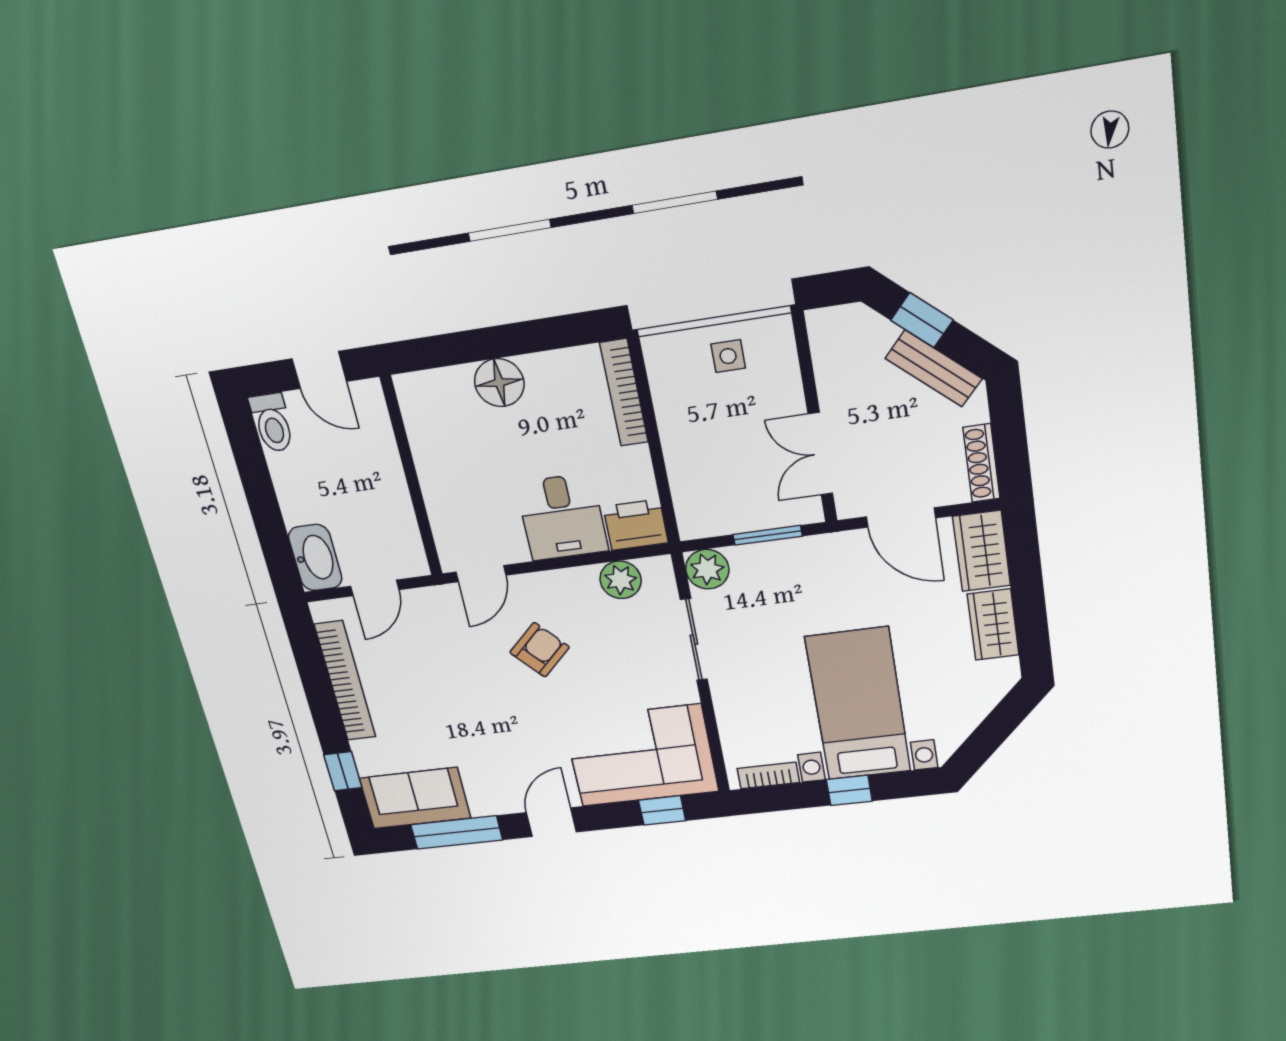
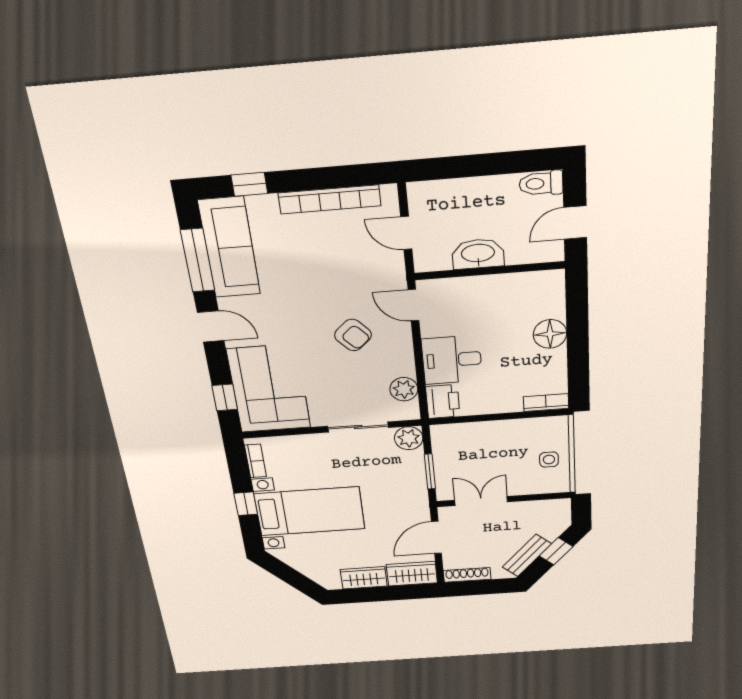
bookcase: (624, 393) -> (546, 403), width x0.64
washbasin: (315, 558) -> (478, 254), moved, turned 180
sofa: (415, 798) -> (229, 248), width x1.36

